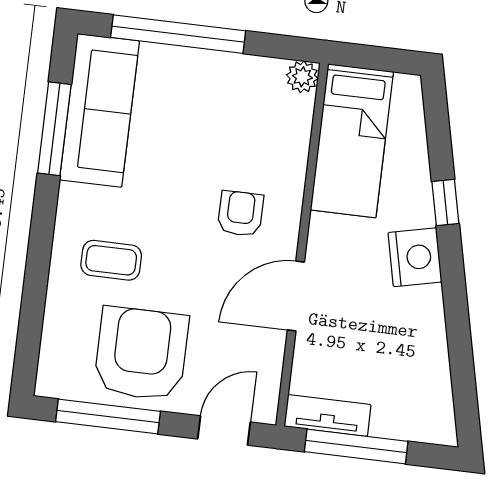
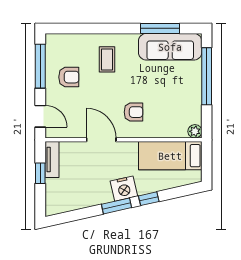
window: (453, 279) -> (116, 206), added
armchair: (141, 354) -> (69, 77), width x0.53, depth x0.53
window: (356, 446) -> (40, 173), width x0.46

